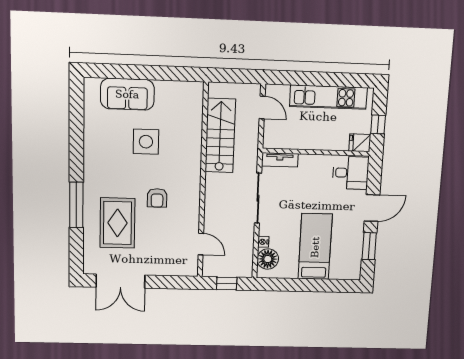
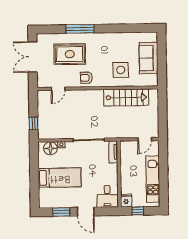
stairs: (220, 136) -> (126, 97), moved
wall: (203, 181) -> (98, 88), moved
door: (201, 244) -> (58, 89), moved

